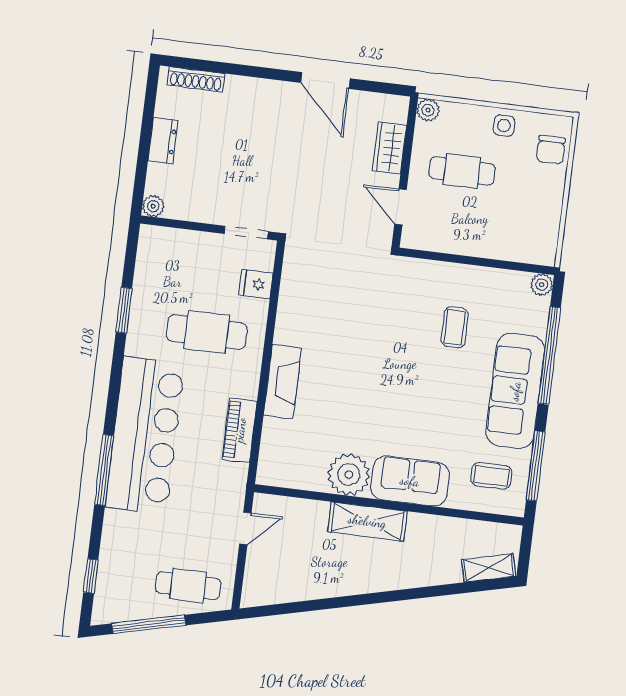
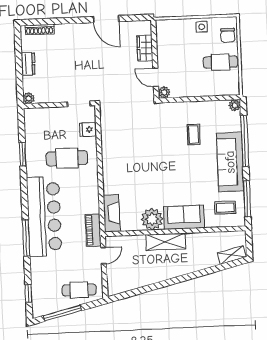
plant: (428, 110) -> (164, 92), moved
cafe table: (462, 171) -> (220, 62), moved
fireplace: (283, 382) -> (112, 213), moved
piano: (240, 430) -> (93, 230), moved

